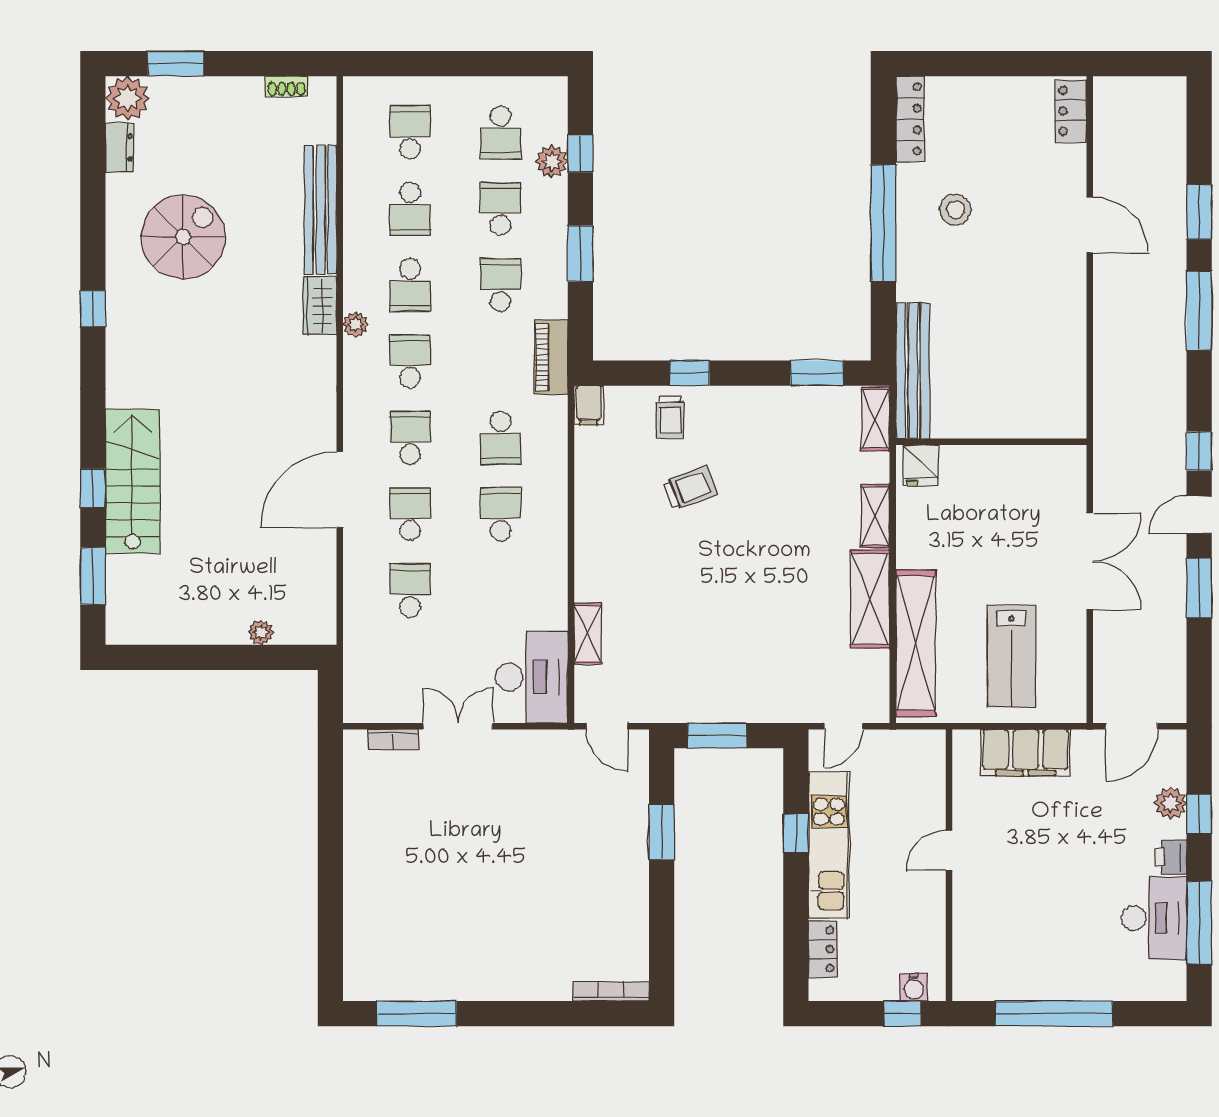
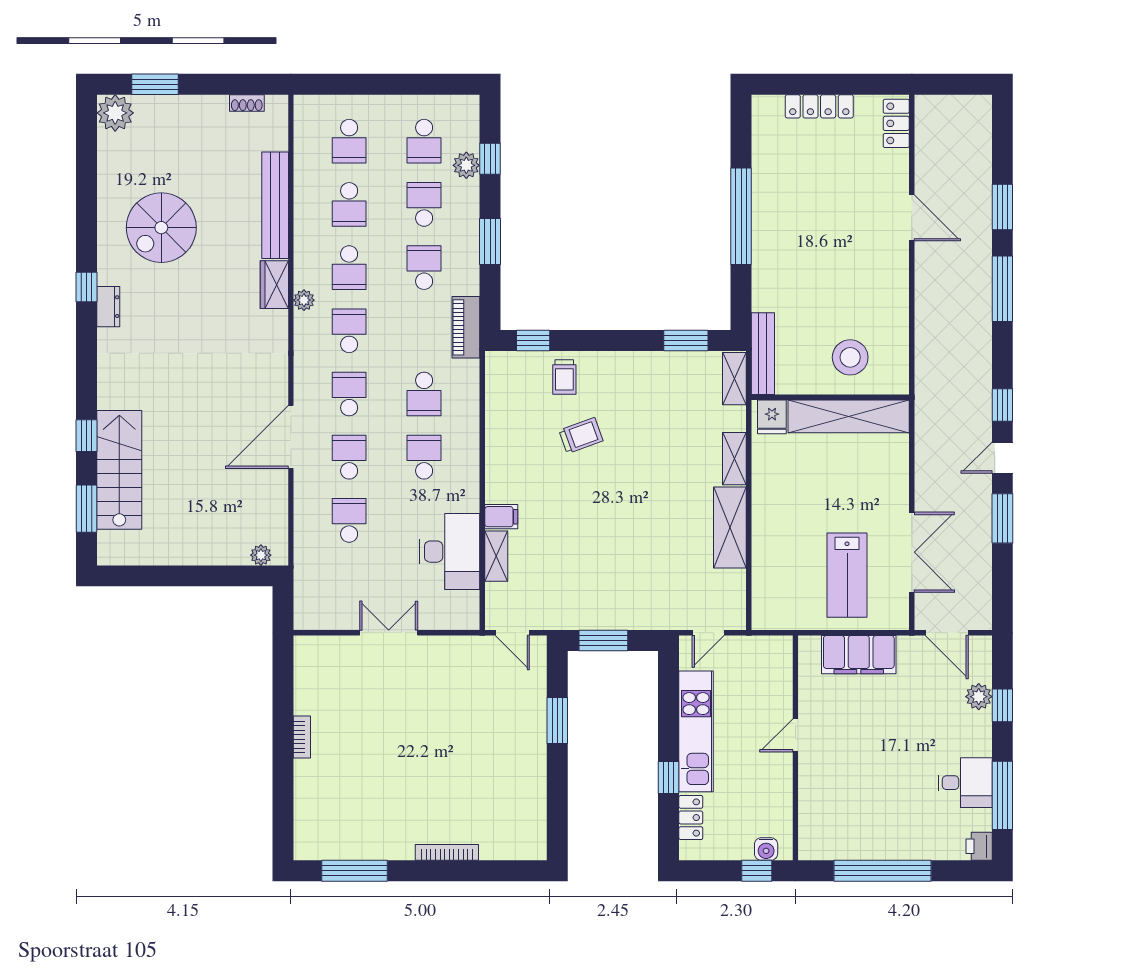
locker: (910, 119) -> (819, 106), moved, turned 90
school desk: (410, 132) -> (349, 141), turned 180
dresser: (119, 148) -> (108, 307), moved
stool: (955, 210) -> (850, 357), moved, width x1.38, depth x1.38
spiral stairs: (183, 237) -> (161, 228), turned 180
bench: (913, 371) -> (763, 354), width x0.73, depth x0.82
window: (690, 373) -> (533, 340), moved
filing cabinet: (589, 405) -> (501, 517), moved, turned -90
stairs: (132, 481) -> (119, 470), moved
double door: (1090, 561) -> (912, 552), moved
plant: (261, 632) -> (261, 555), moved
shelving: (916, 643) -> (849, 416), moved, turned 90
desk: (532, 677) -> (450, 552), moved
door: (1132, 726) -> (947, 633), hinge flipped
bookcase: (393, 740) -> (302, 737), moved, turned -90
window: (796, 833) -> (669, 778), moved
printer: (1171, 857) -> (979, 846), moved
desk: (1154, 918) -> (965, 783), width x0.73
bookcase: (611, 991) -> (447, 852), moved

